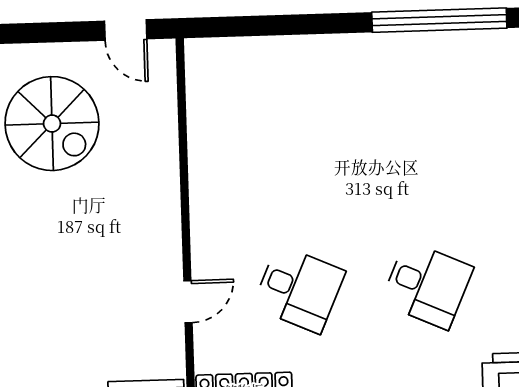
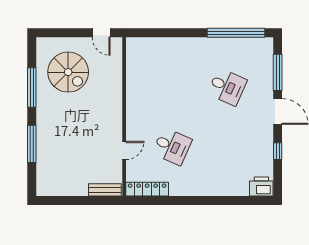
desk: (427, 285) -> (227, 87), moved

